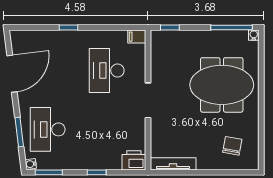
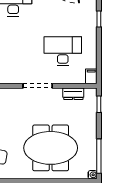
dresser: (157, 58) -> (73, 94), added
meeting table: (222, 85) -> (51, 148), turned 90

